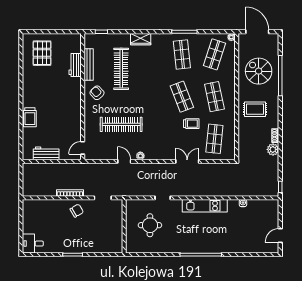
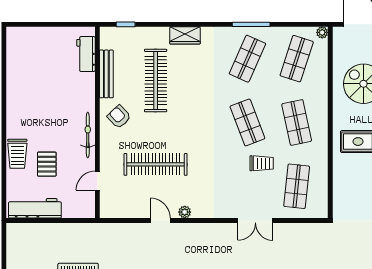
pallet: (42, 53) -> (47, 164), moved, width x0.67, depth x0.71
shop shelf: (182, 54) -> (247, 59), turned 30
workbench: (75, 65) -> (86, 54), moved
bicycle: (76, 105) -> (88, 135), added
door: (83, 148) -> (97, 181), moved
workbench: (46, 153) -> (35, 208), width x1.38
double door: (187, 161) -> (255, 221), swing flipped

